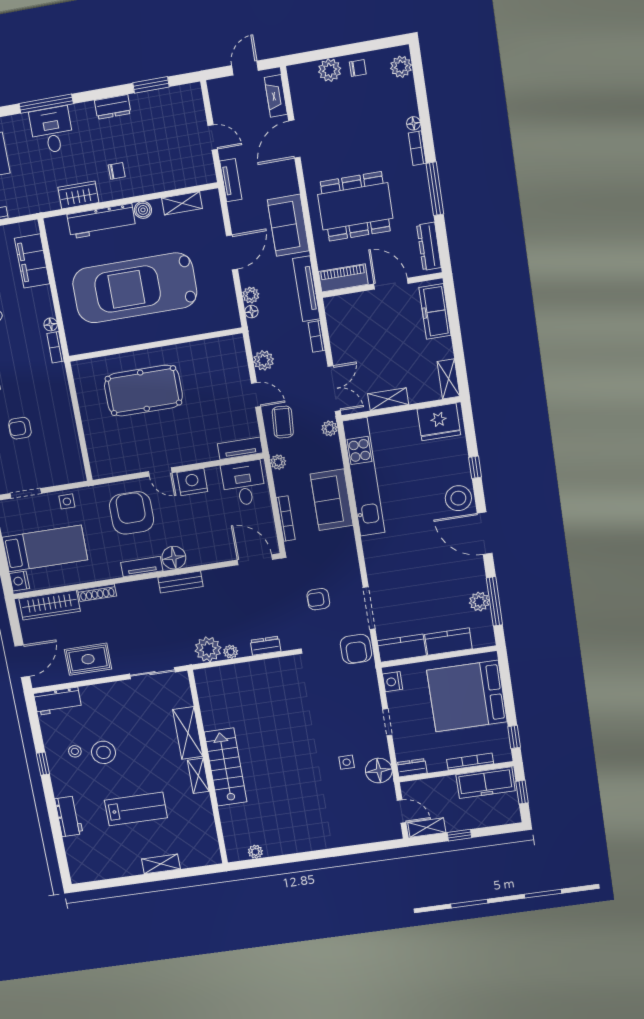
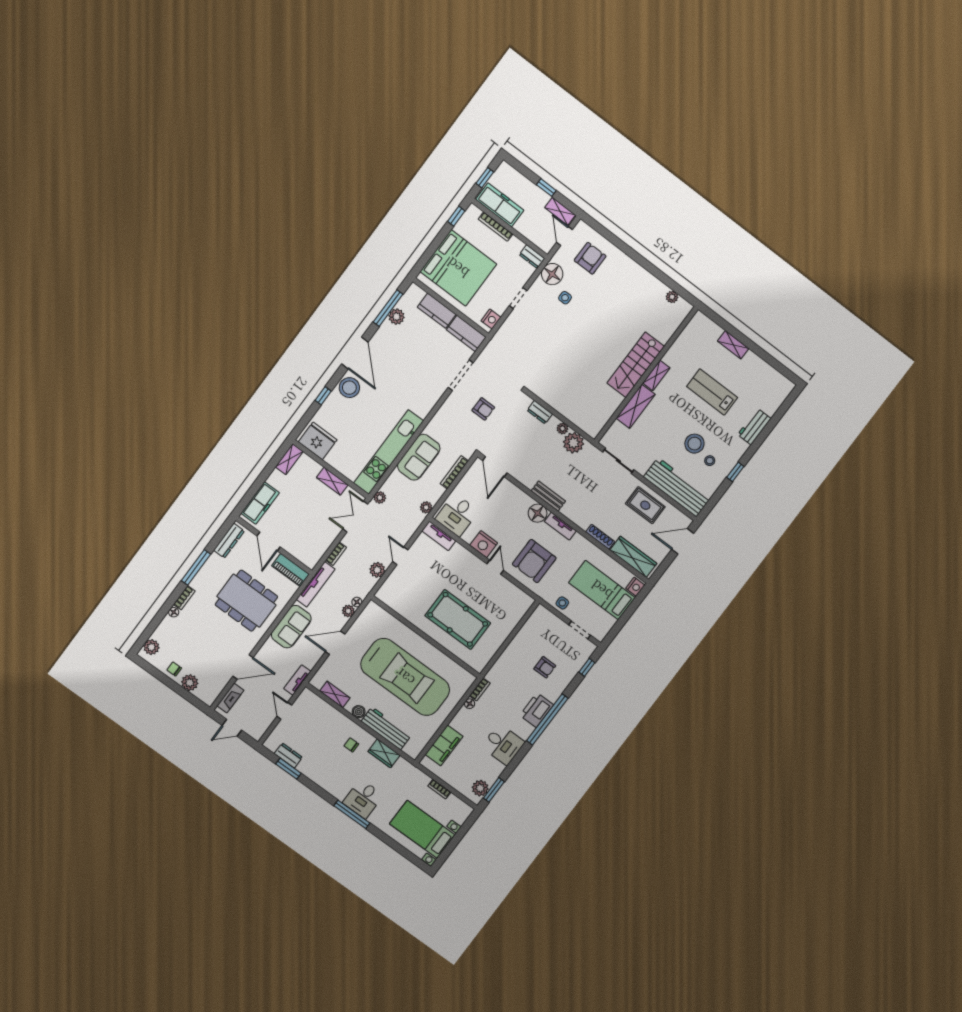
dresser: (113, 107) -> (288, 755), moved
coffee table: (283, 422) -> (401, 527), removed
armchair: (356, 649) -> (590, 258), moved
workbench: (58, 701) -> (677, 487), width x1.87, depth x1.32

